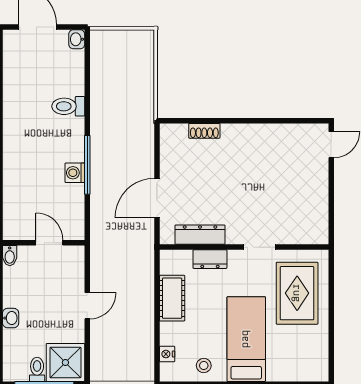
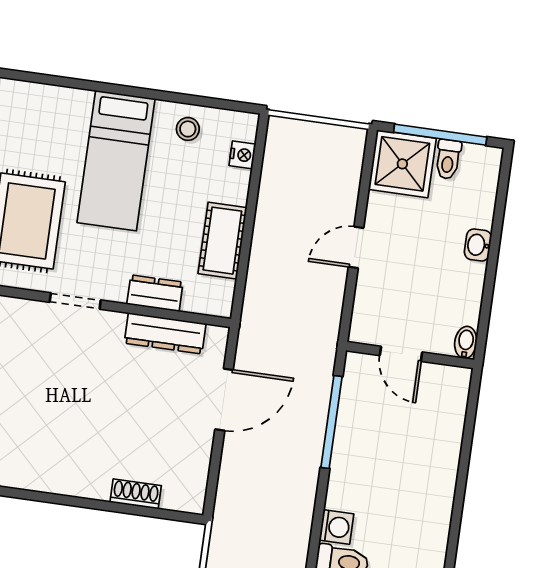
window: (87, 165) -> (332, 422), moved
washing machine: (75, 173) -> (336, 527), moved

